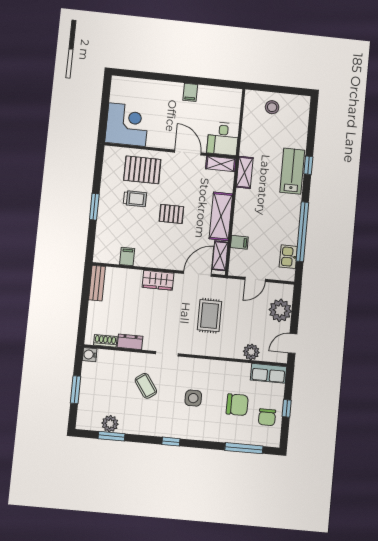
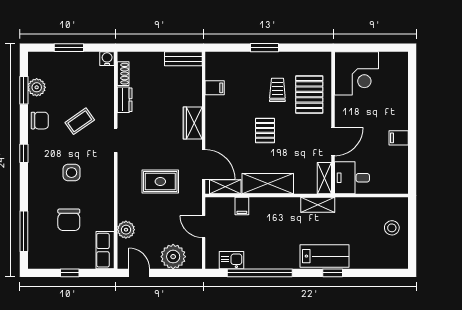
trolley: (135, 199) -> (277, 90), turned 180
chair: (267, 417) -> (40, 121), moved, turned 180

